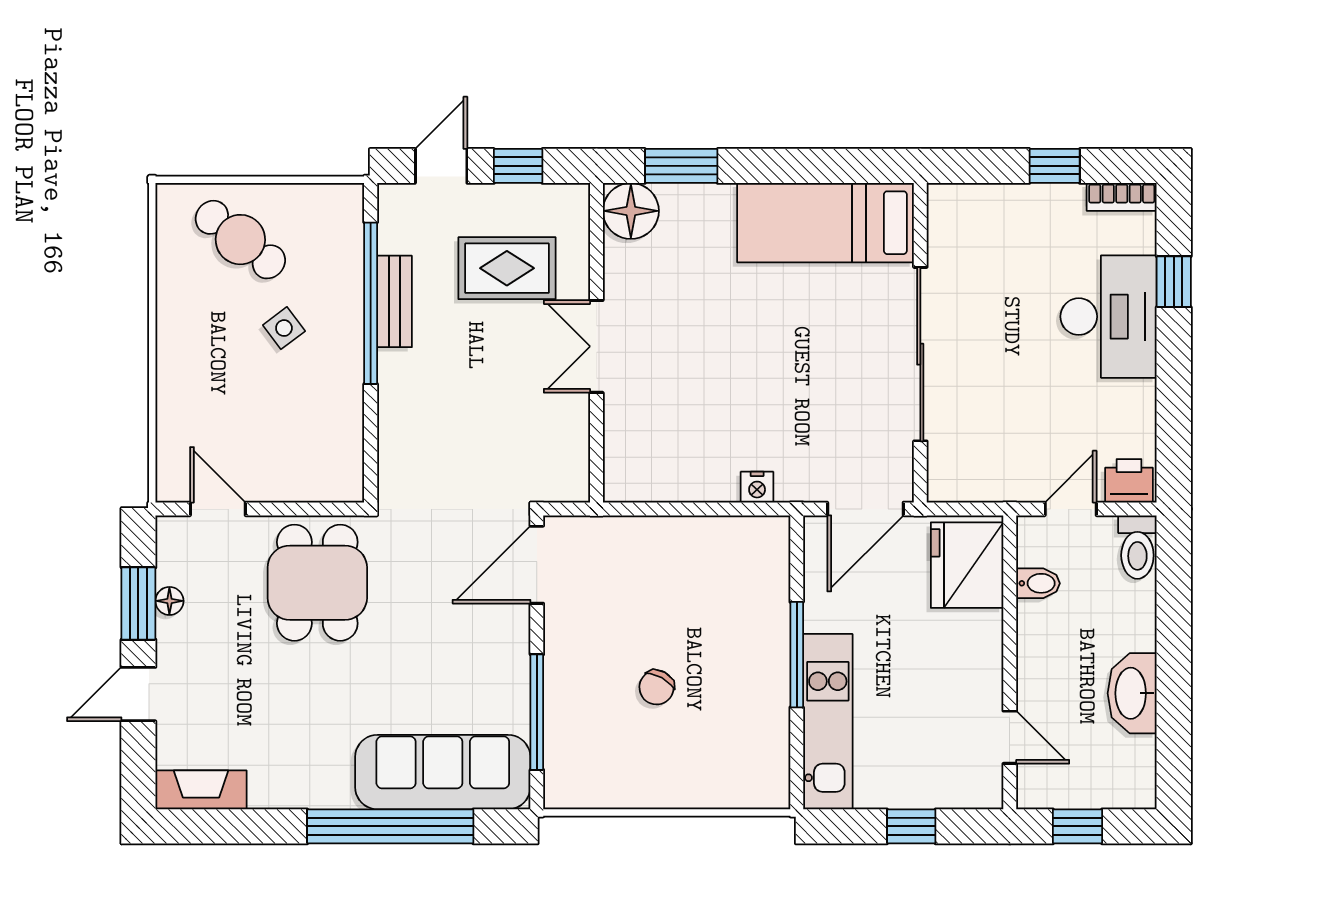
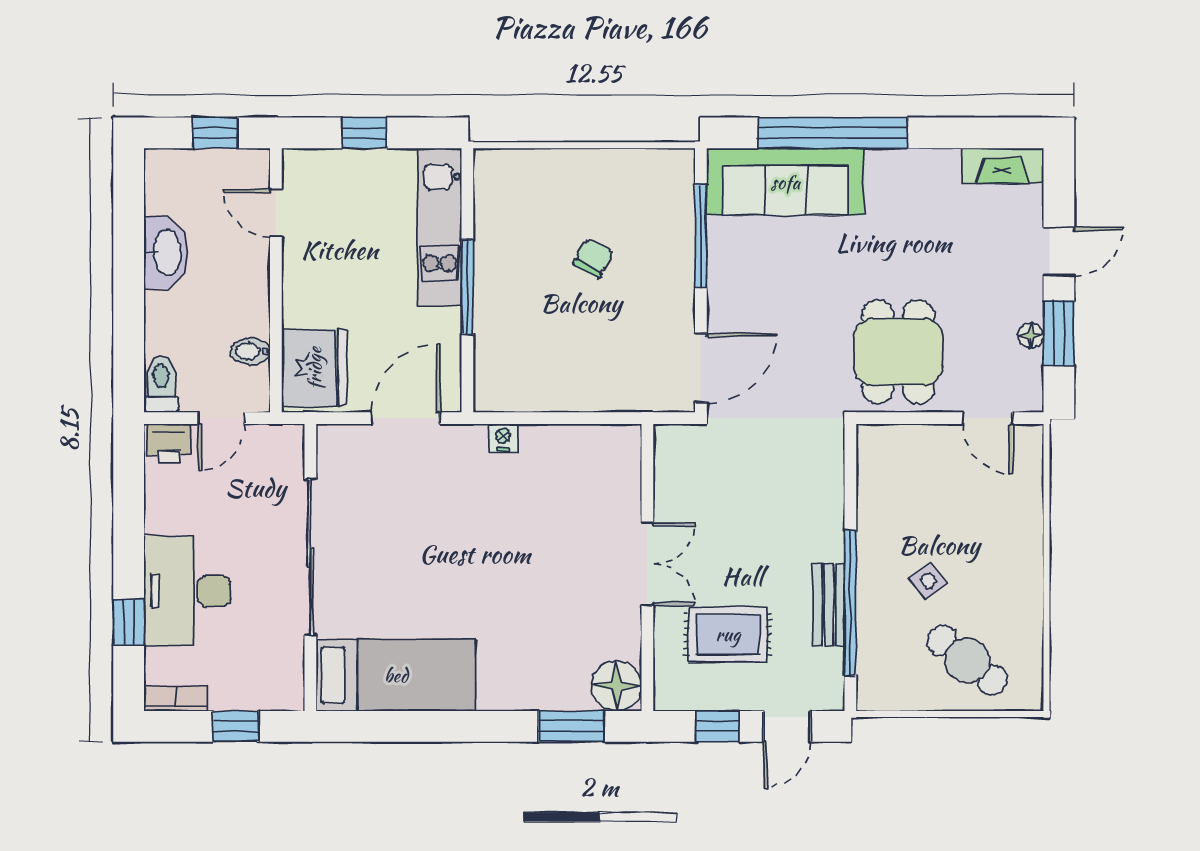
bed: (826, 223) -> (396, 675), moved
wall: (920, 343) -> (310, 567), moved
sliding door: (920, 354) -> (310, 557), moved

